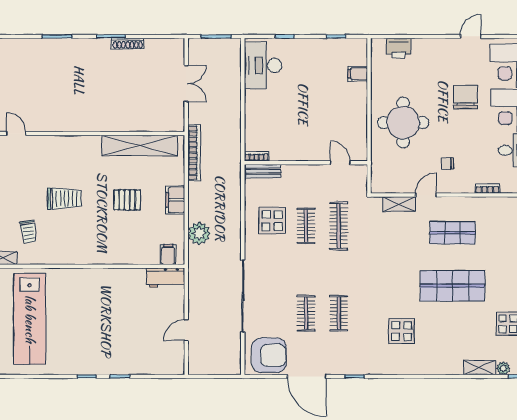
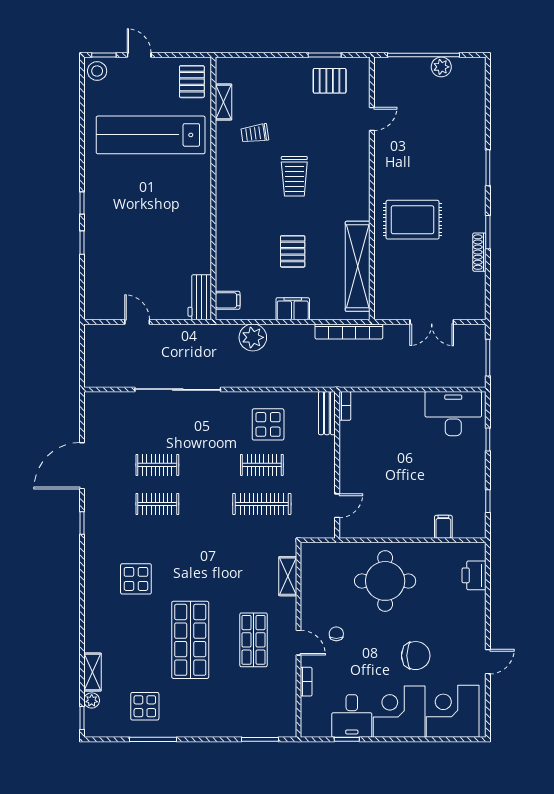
door: (471, 36) -> (488, 662), hinge flipped
rug: (101, 100) -> (413, 220), added
door: (426, 195) -> (298, 643), moved
armchair: (269, 355) -> (107, 421), removed

